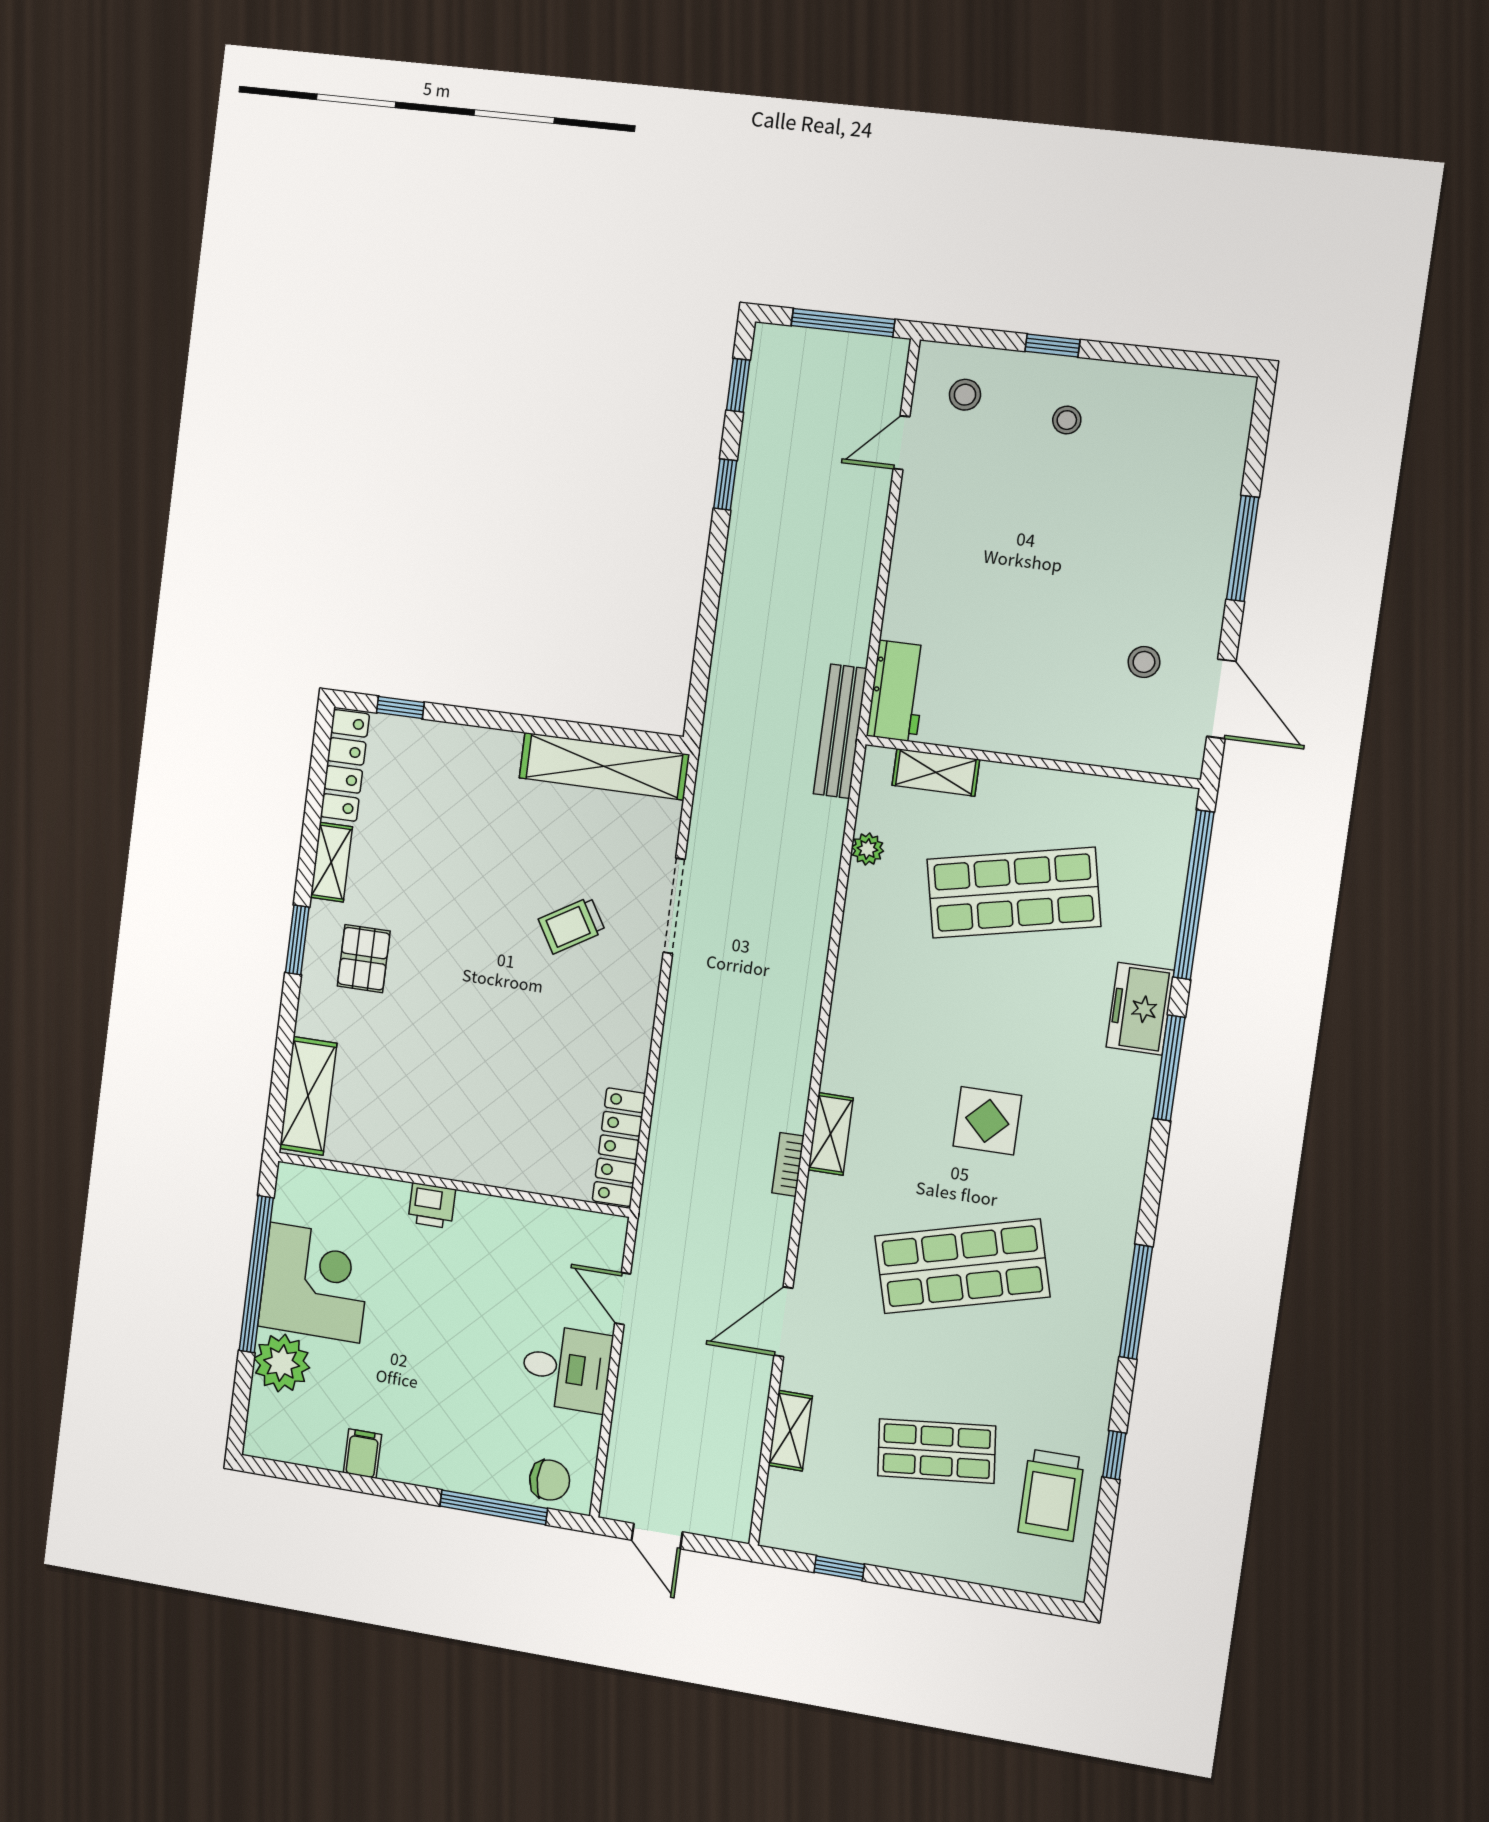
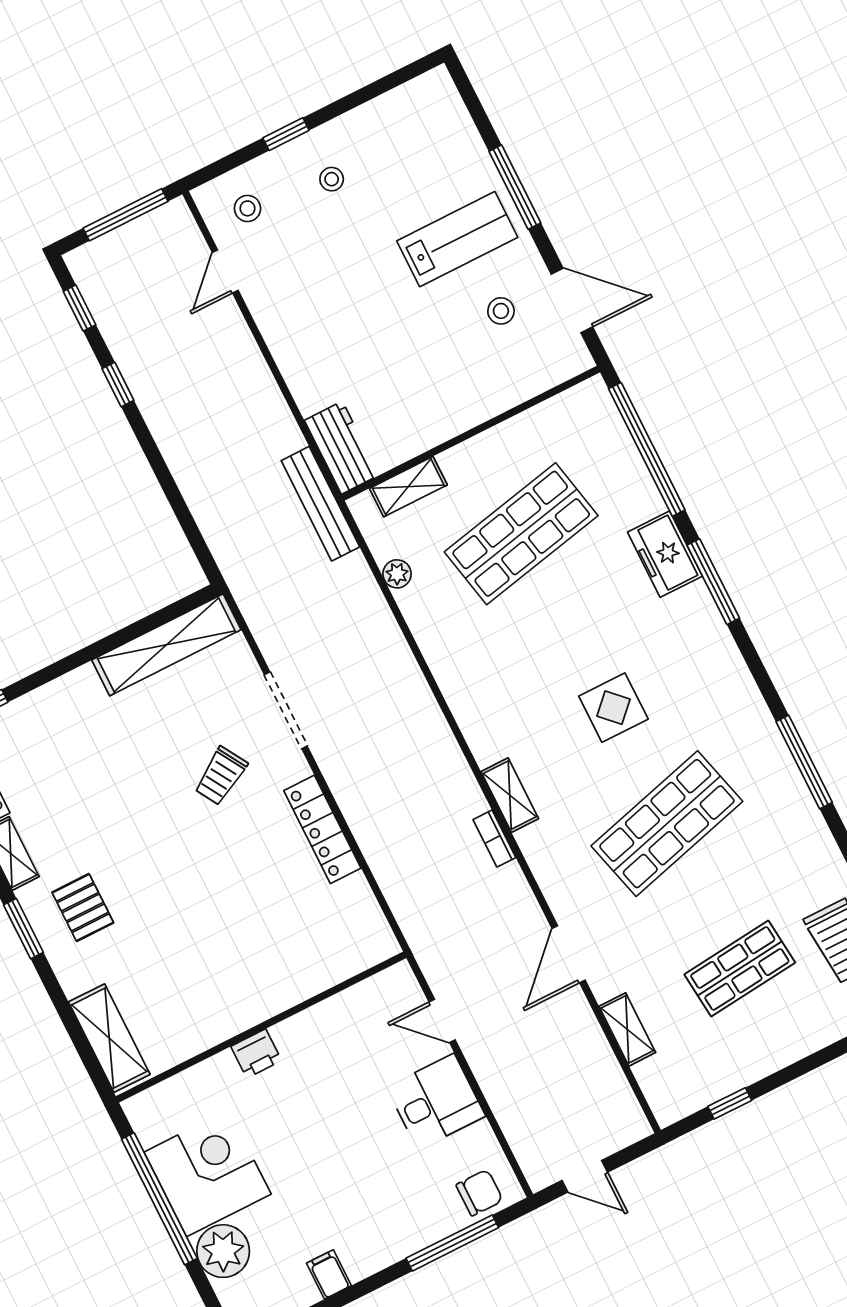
lab bench: (1150, 562) -> (457, 239), added
locker: (619, 1147) -> (322, 829), moved

